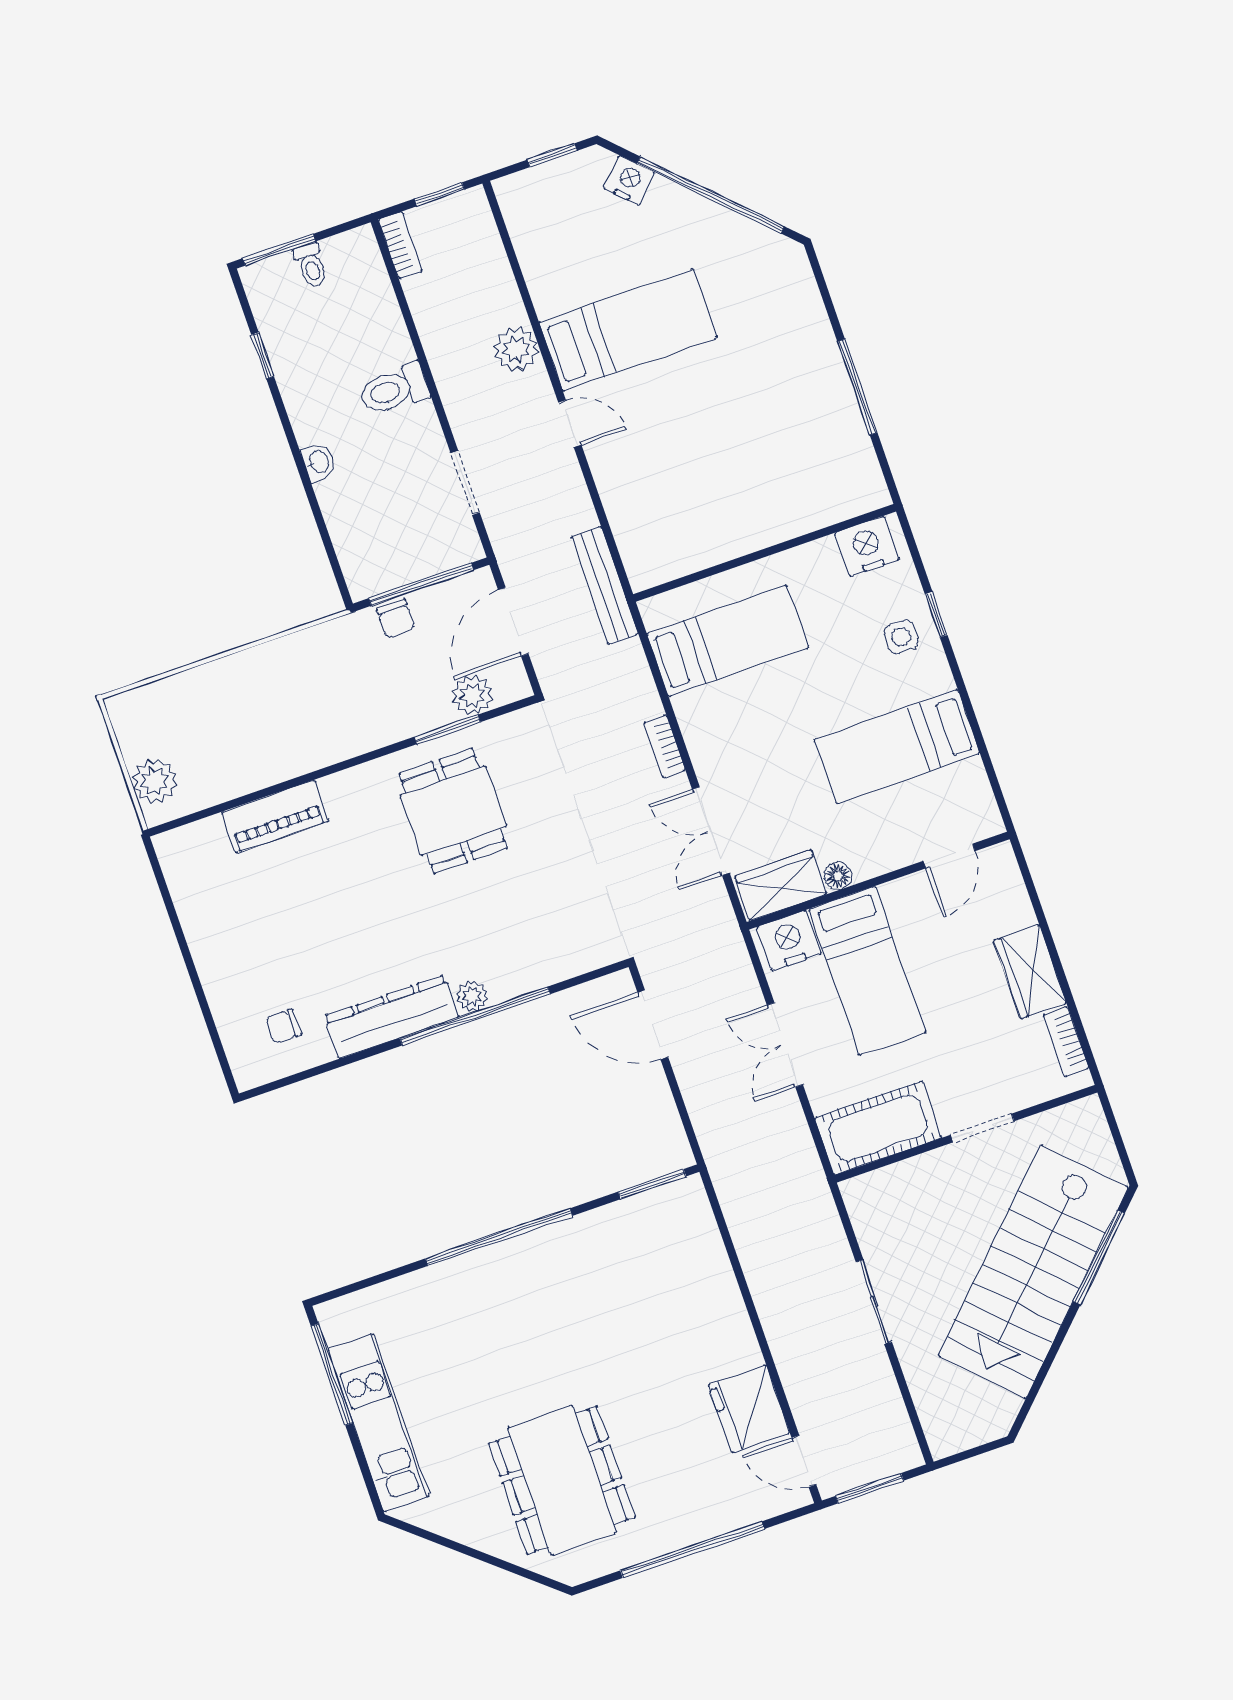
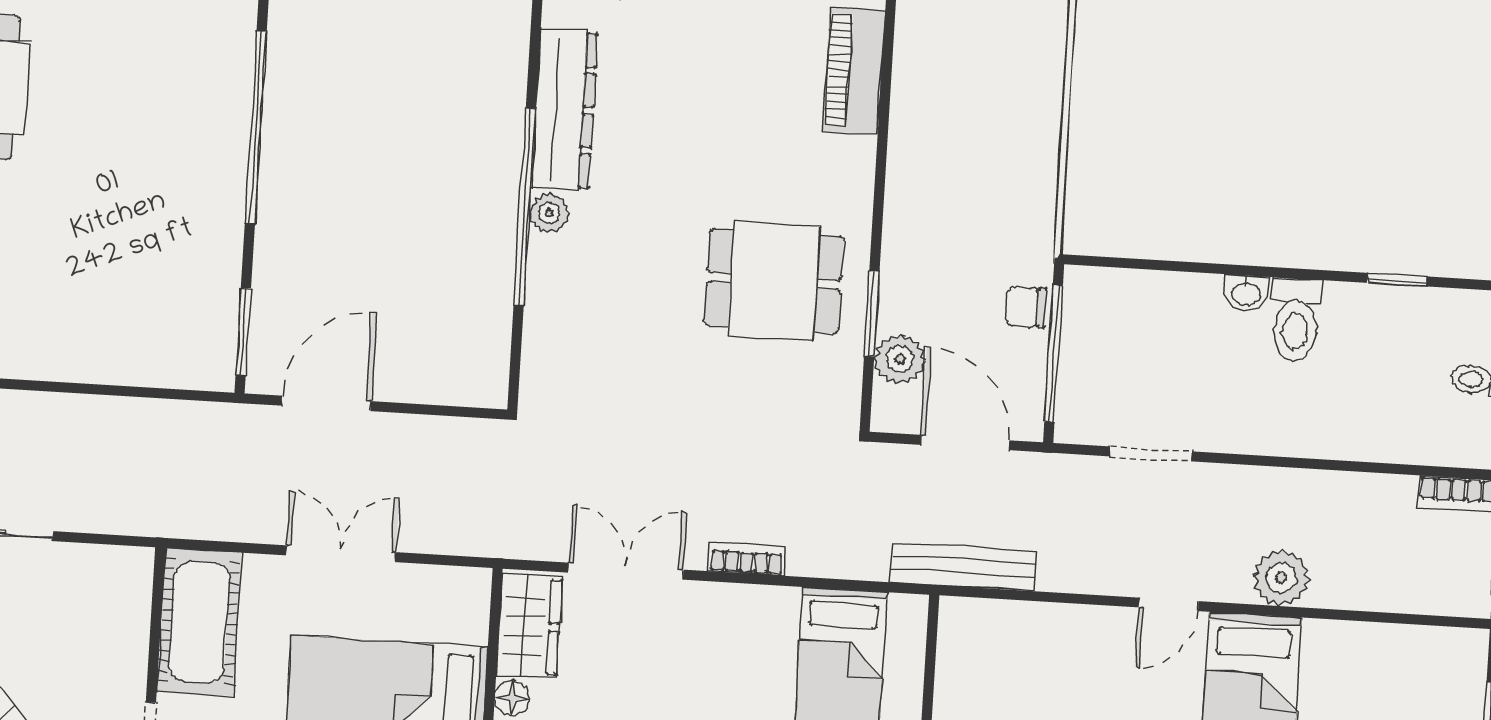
toilet: (394, 390) -> (1296, 320), moved, turned 180
nightstand: (789, 940) -> (461, 609), removed
door: (653, 1025) -> (326, 403), moved

